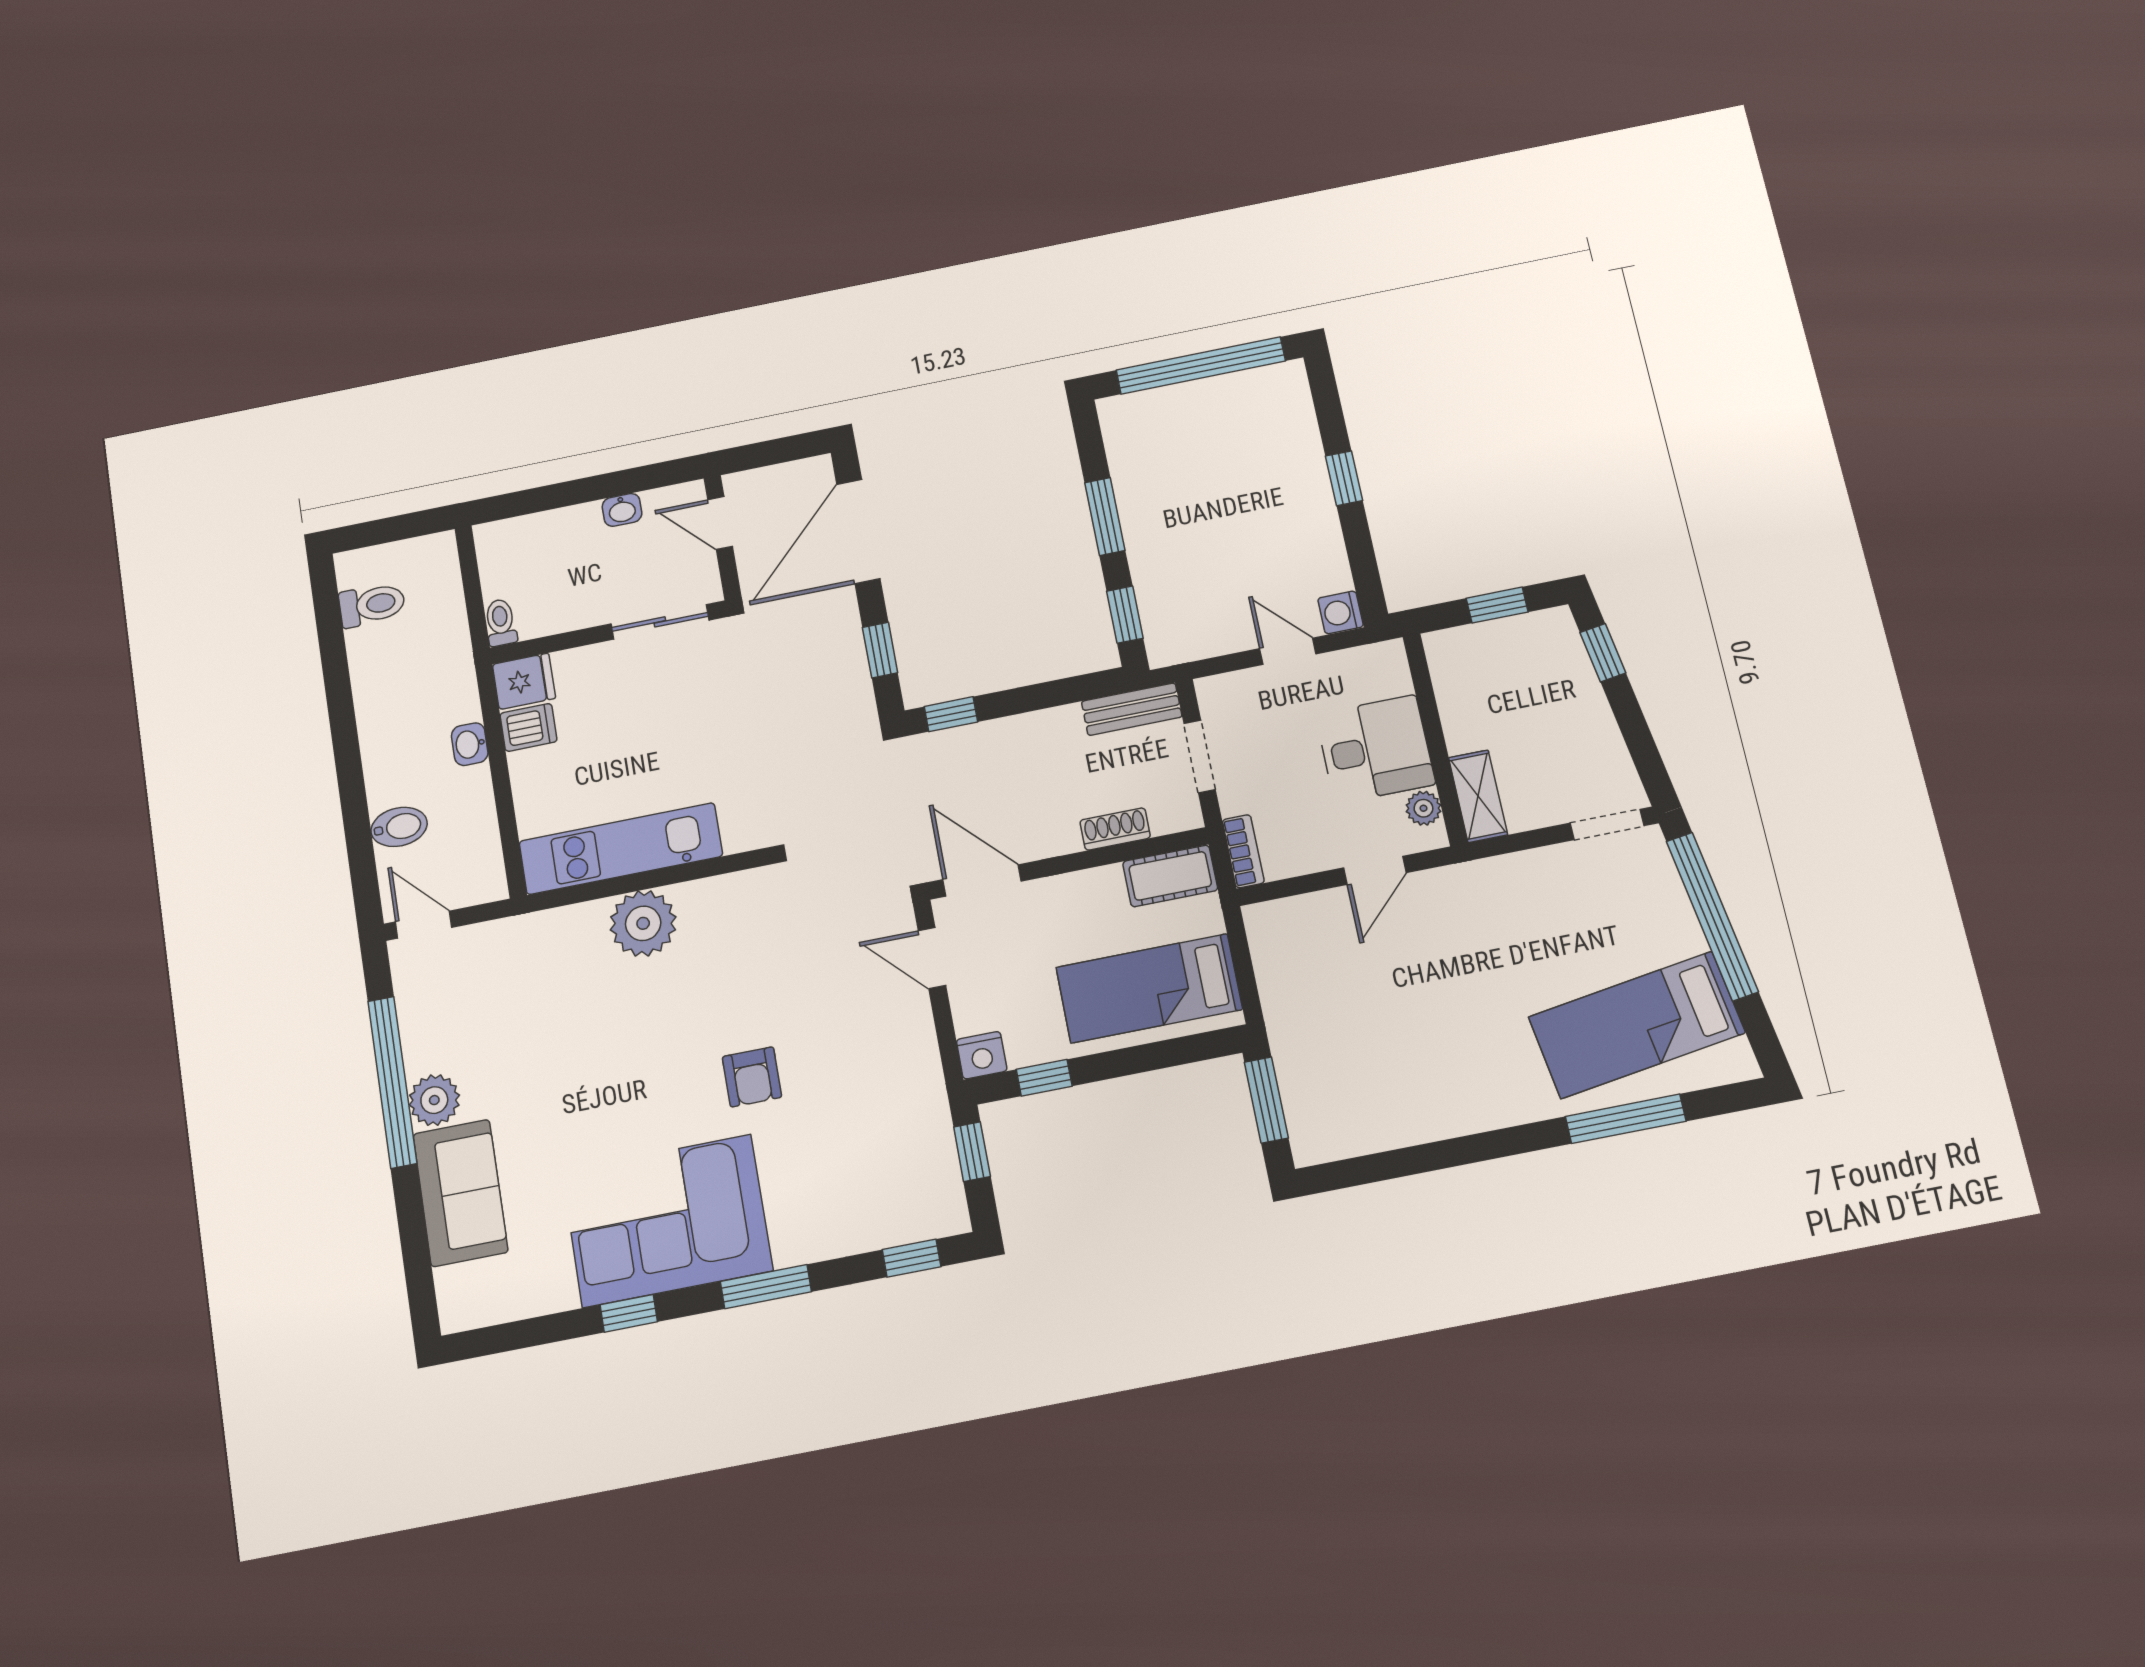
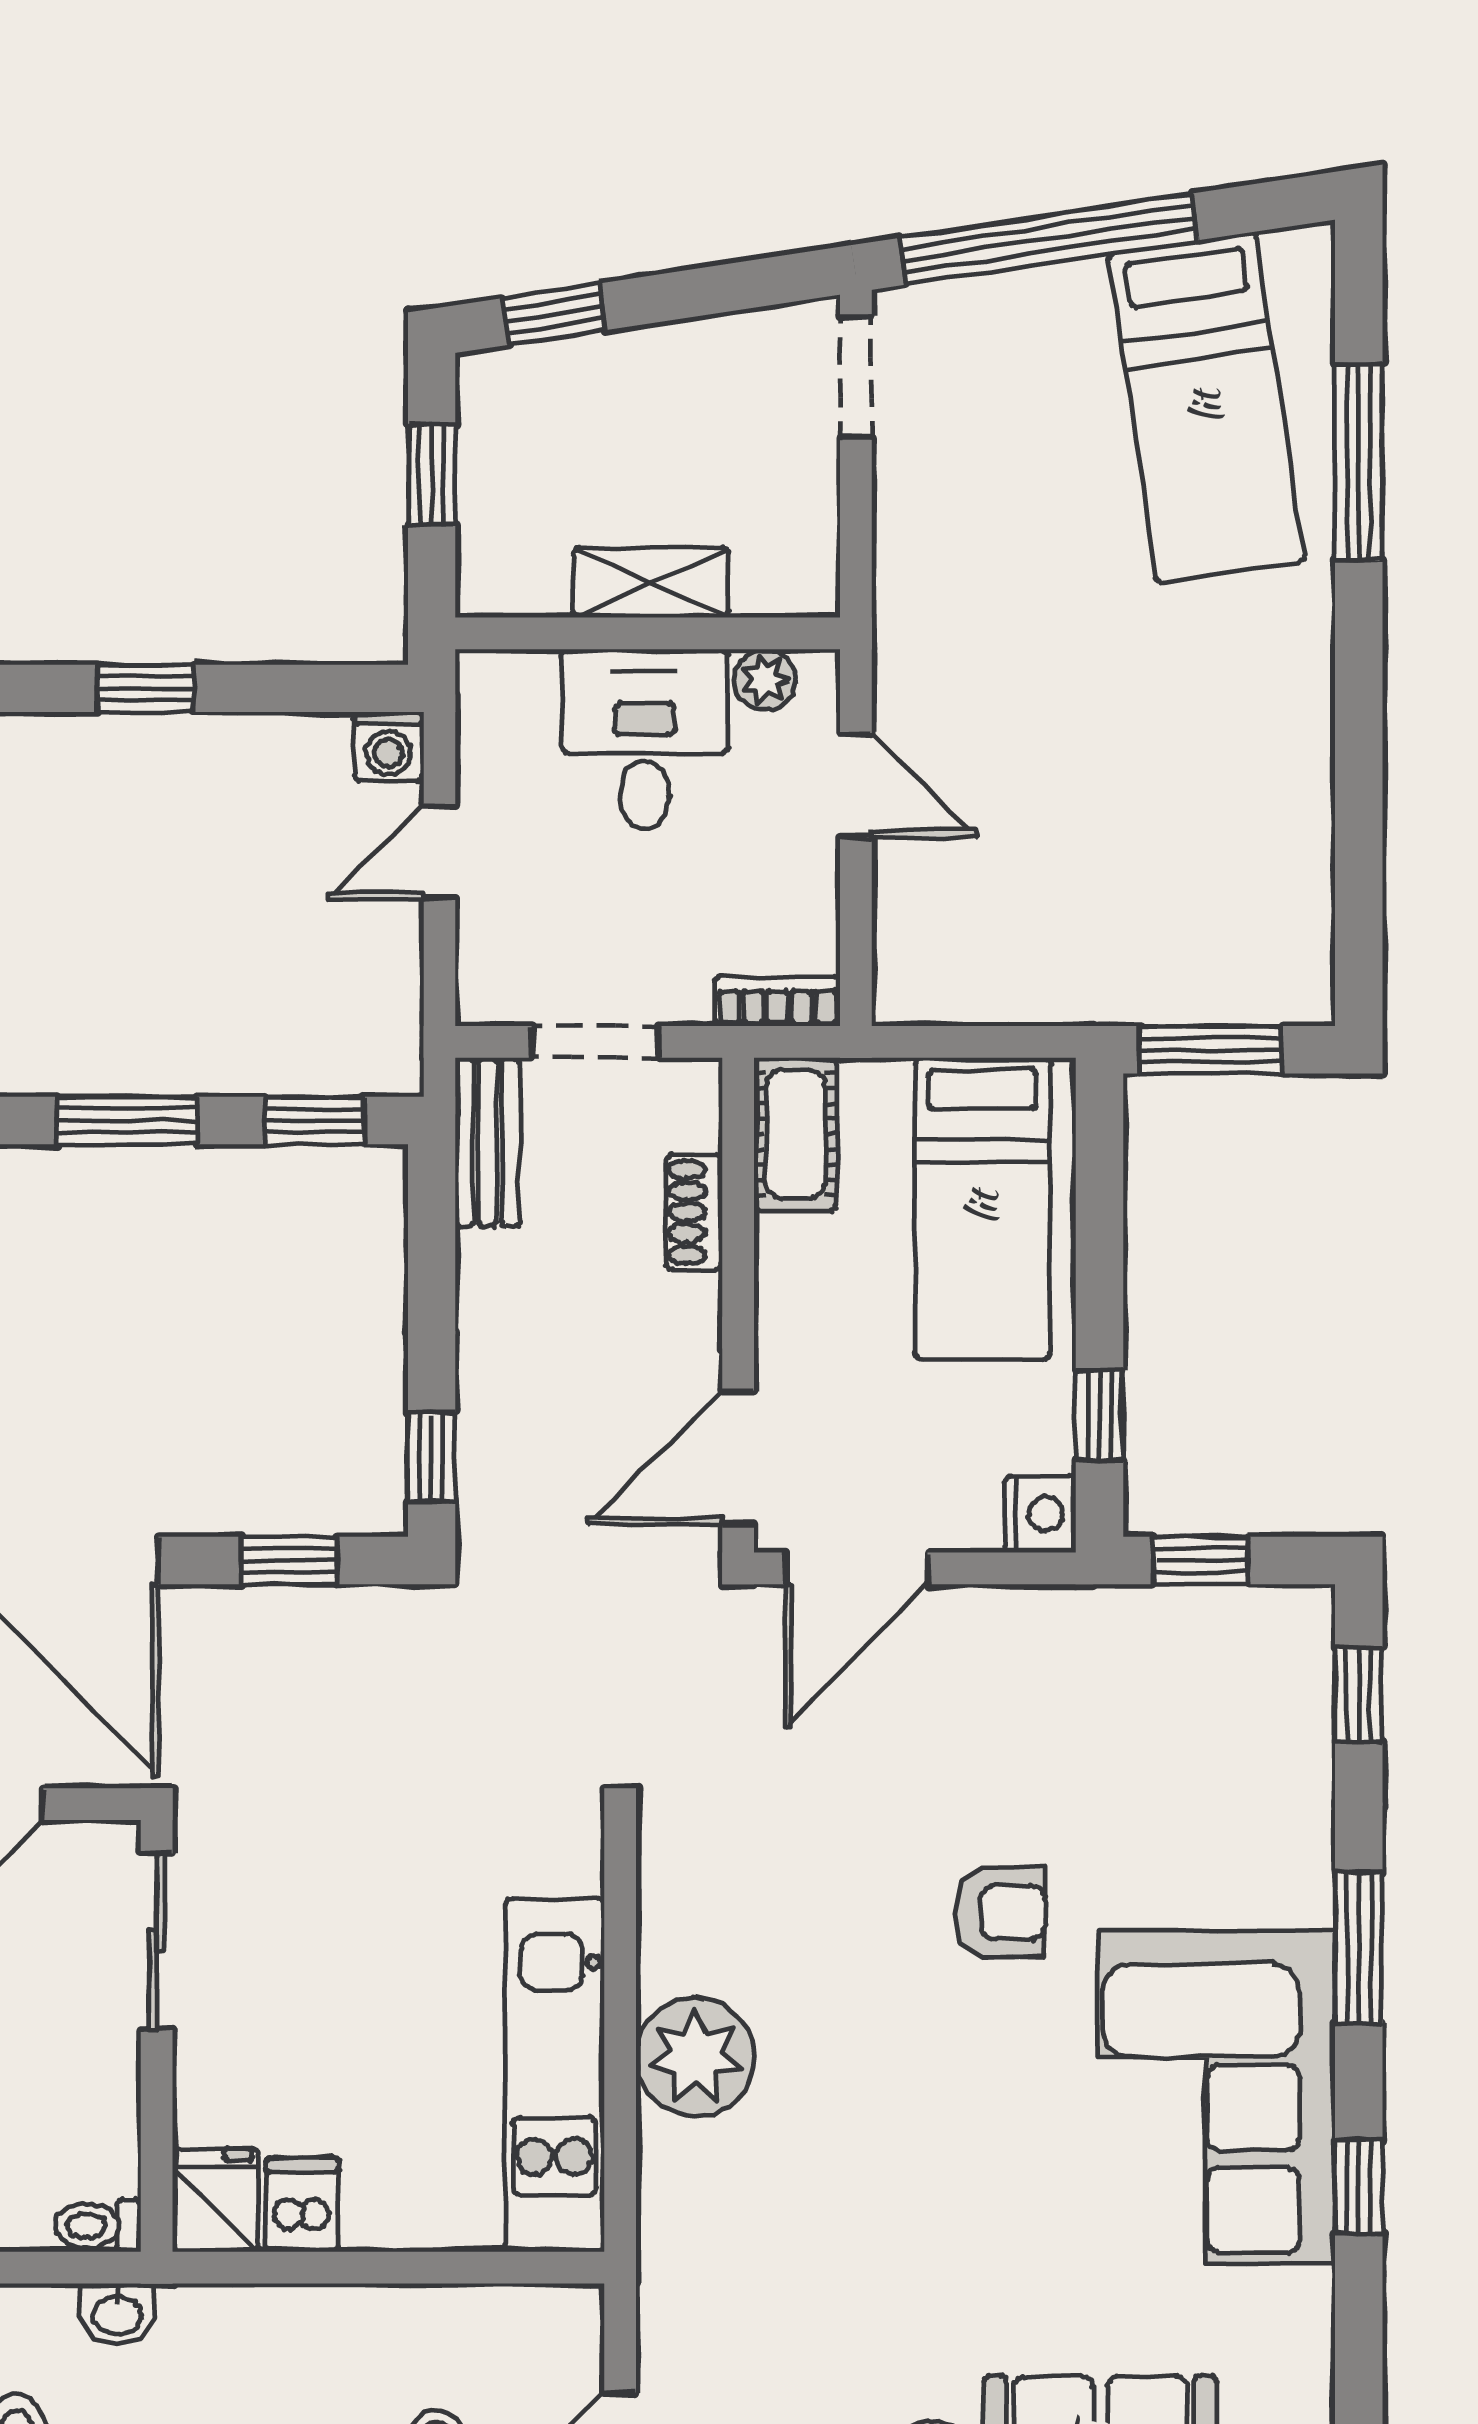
washbasin: (470, 744) -> (118, 2314), moved
shelving: (1478, 796) -> (651, 583), moved
door: (932, 958) -> (856, 1568), width x1.38

